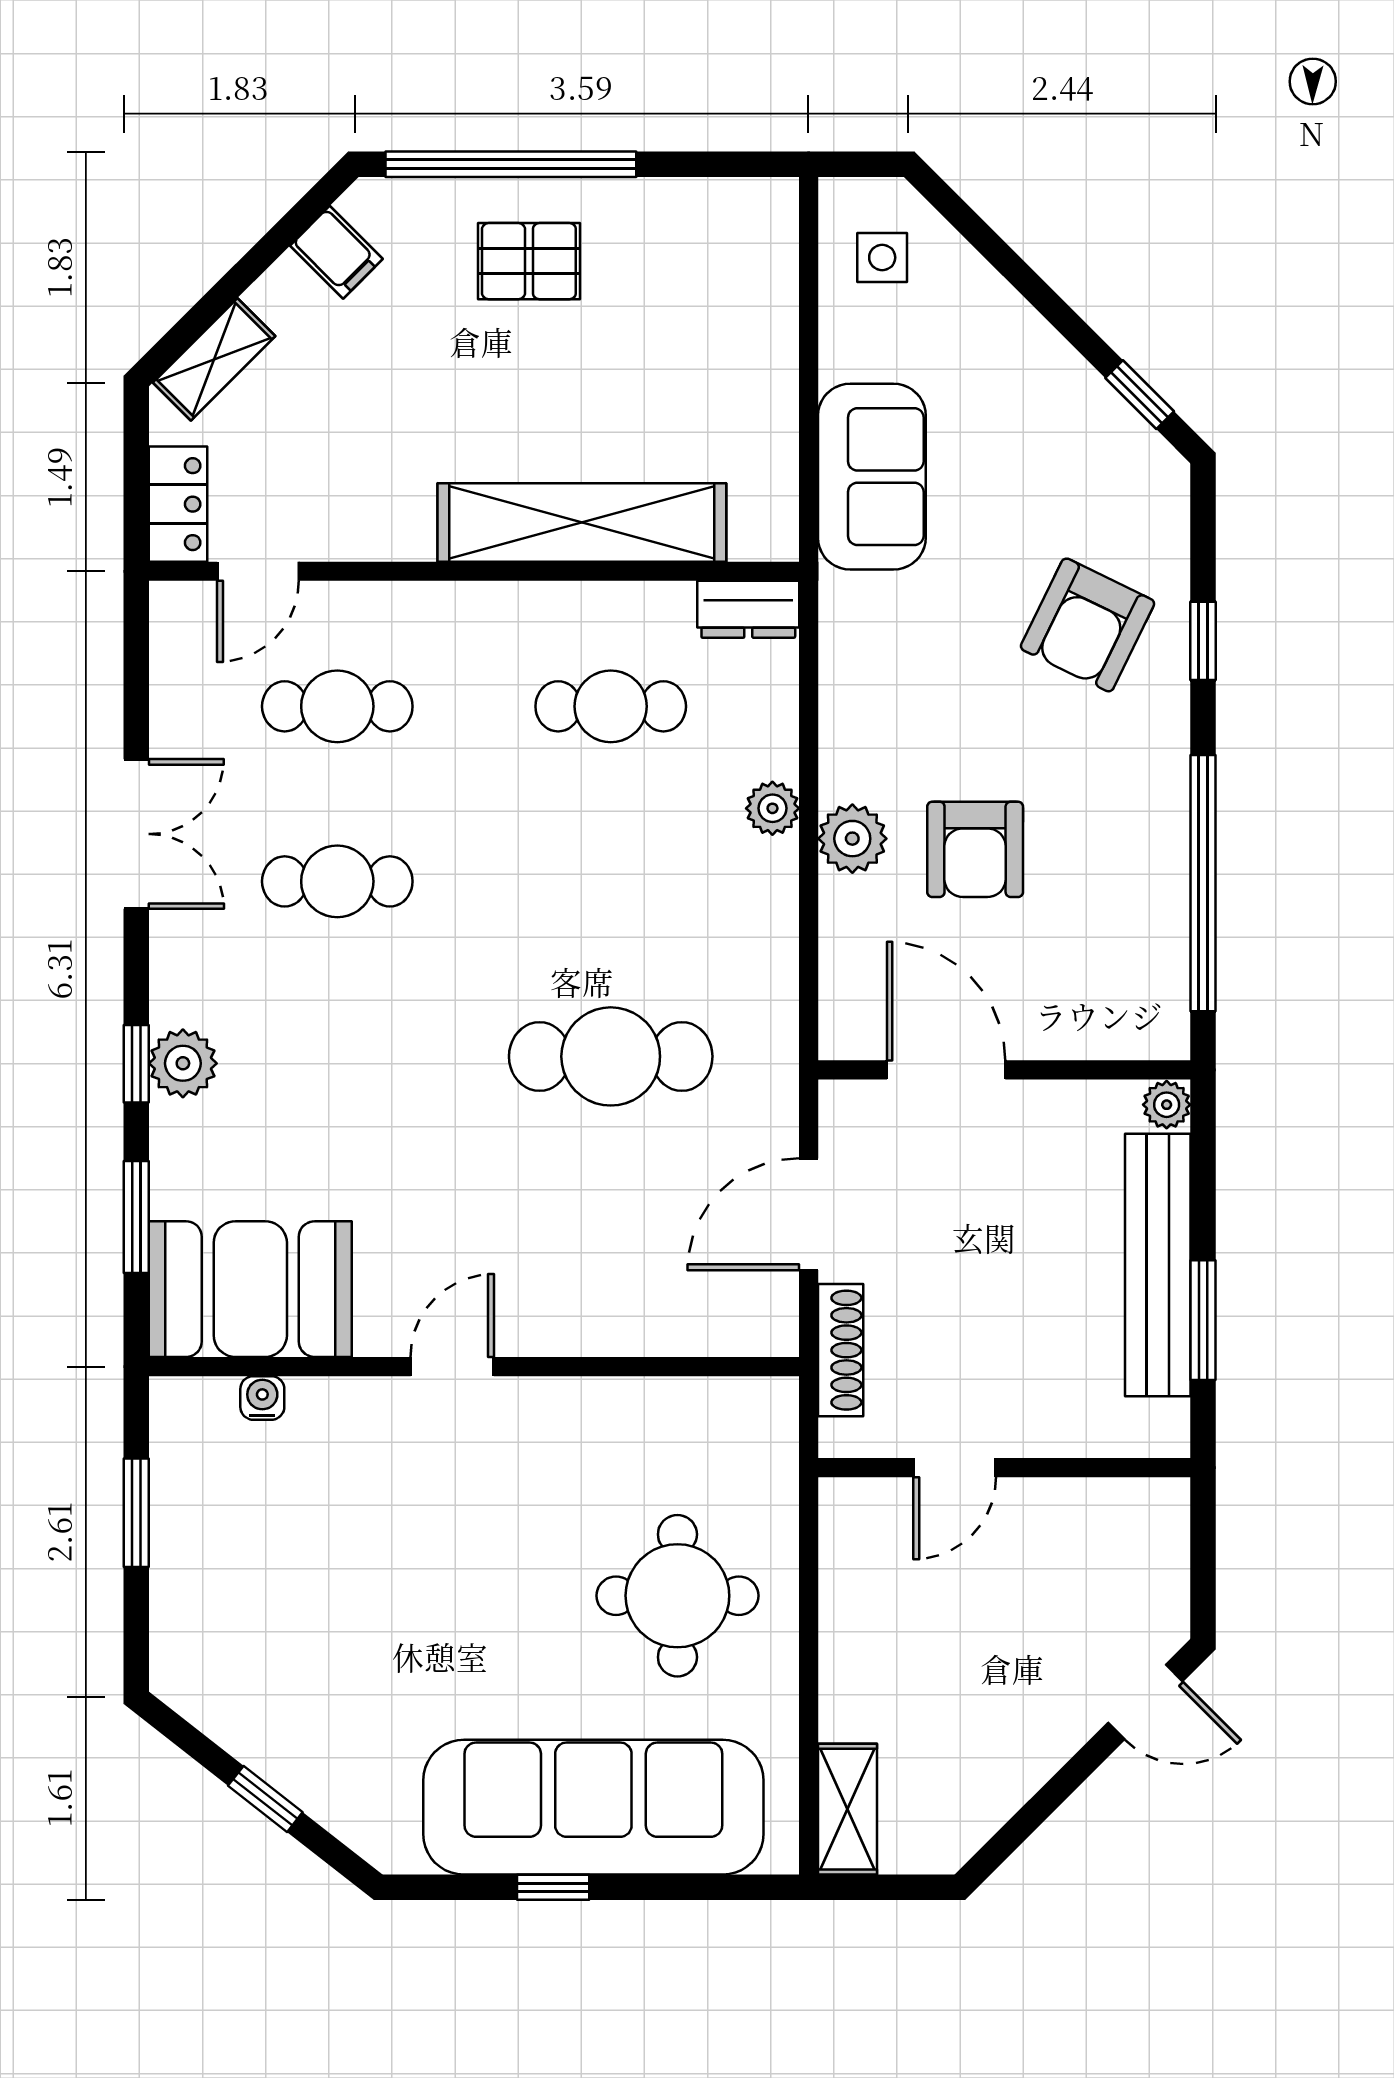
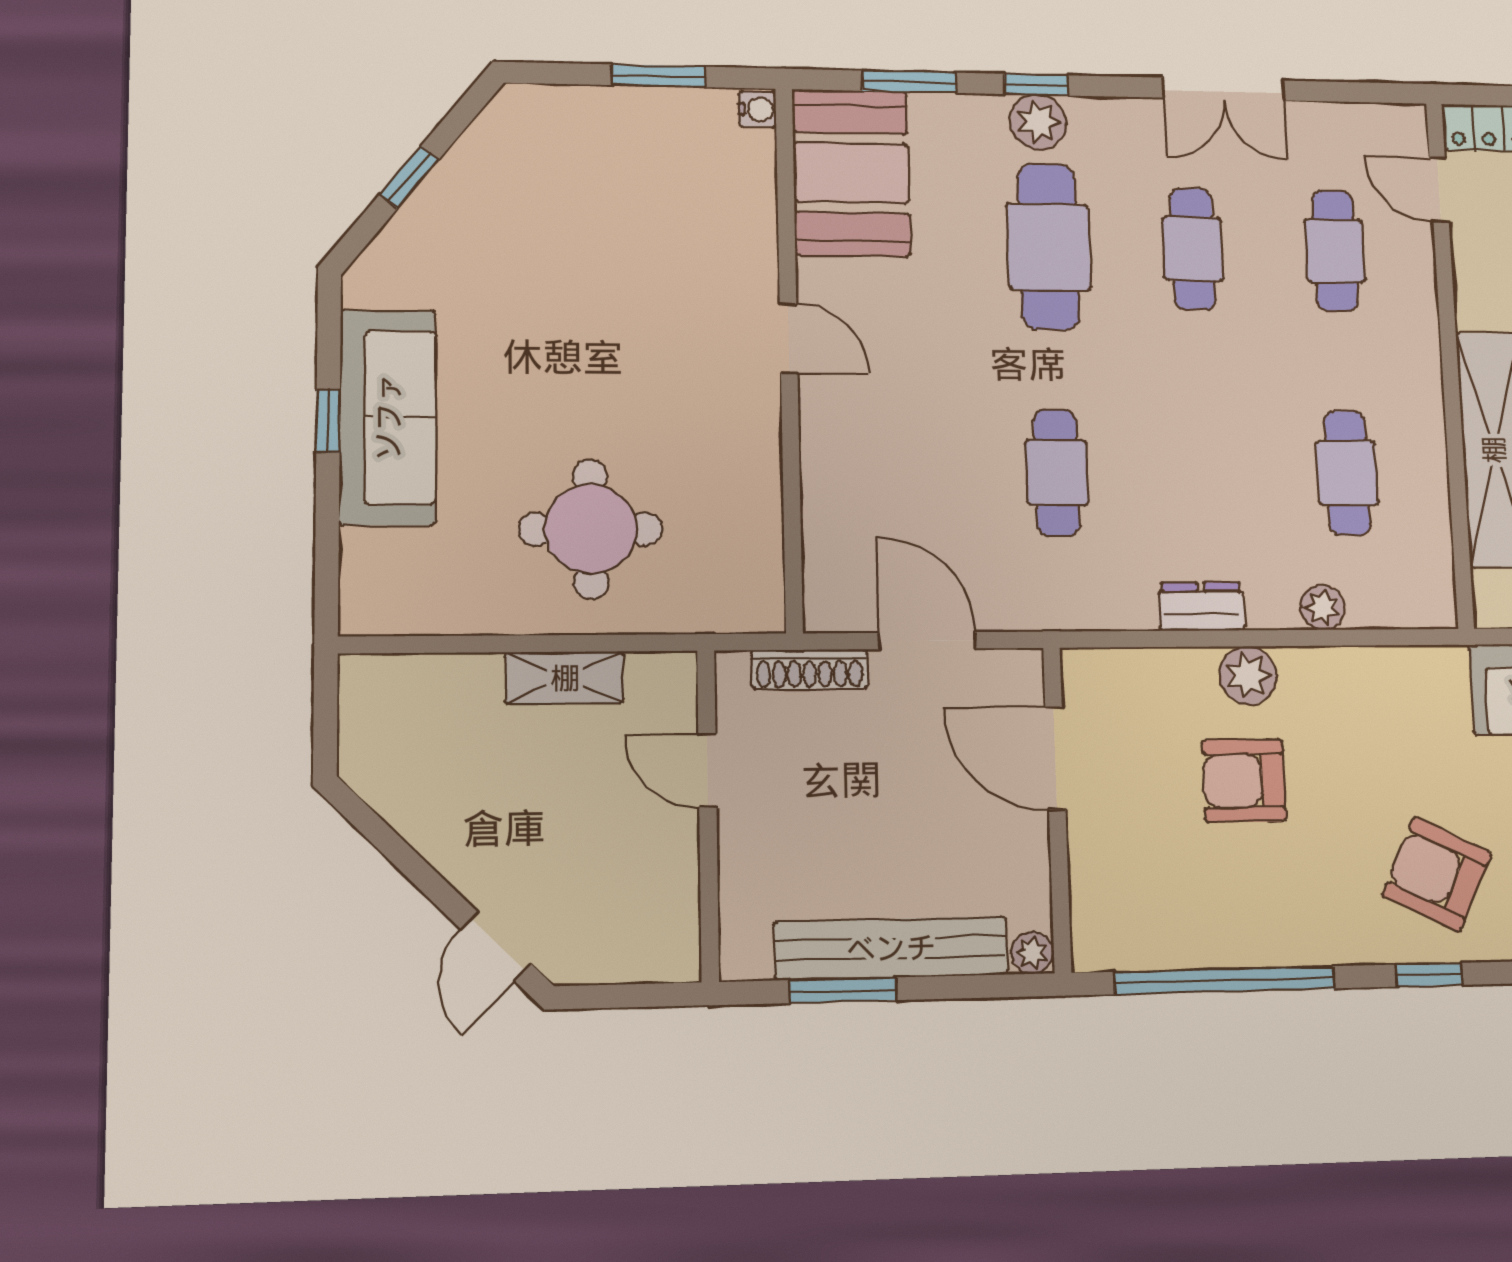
dresser: (748, 609) -> (1201, 606), moved, turned 90
plant: (772, 808) -> (1323, 607), moved
cafe table: (337, 1056) -> (1048, 247), added
cafe table: (611, 1056) -> (1057, 472), width x0.73, depth x0.74
door: (946, 1070) -> (1055, 758), swing flipped
water cooler: (262, 1398) -> (757, 109), moved
sofa: (593, 1807) -> (388, 417), width x0.74, depth x0.79
shelving: (847, 1809) -> (565, 678), moved

